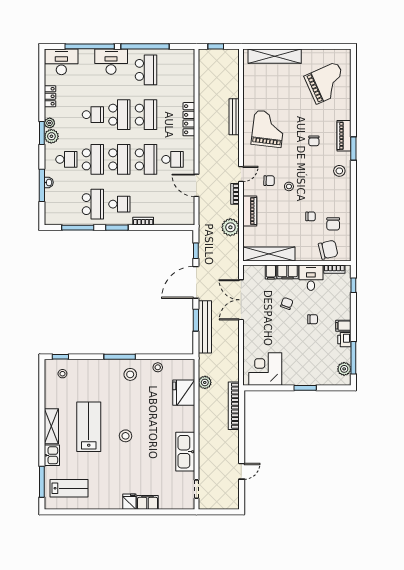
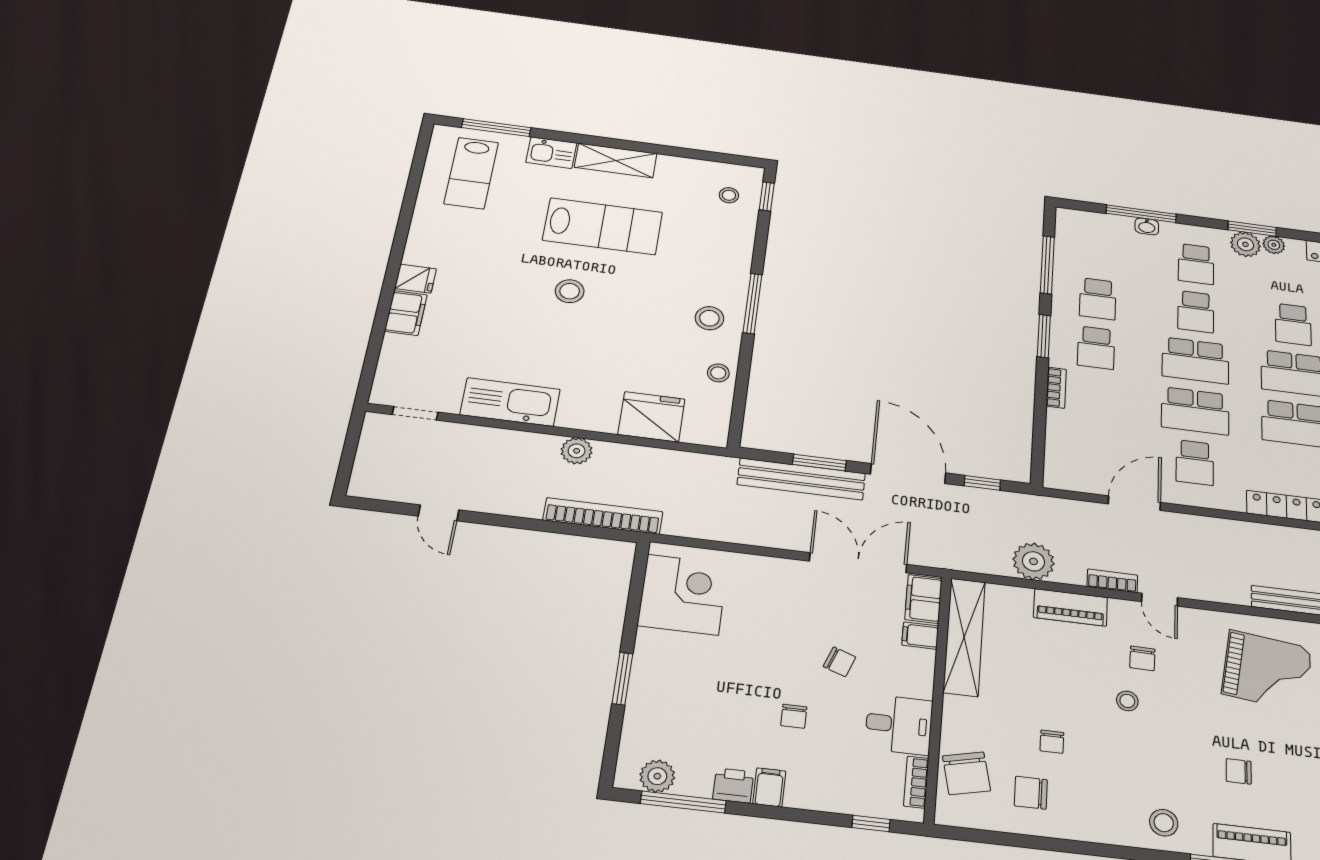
school desk: (93, 159) -> (1196, 312), width x0.54
school desk: (93, 204) -> (1098, 299), width x0.54
filing cabinet: (288, 272) -> (923, 599), moved
plant: (205, 382) -> (577, 451), moved

